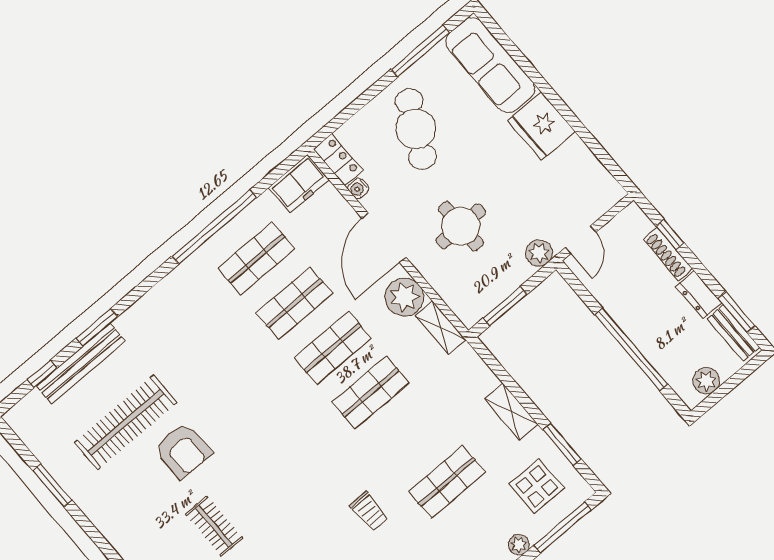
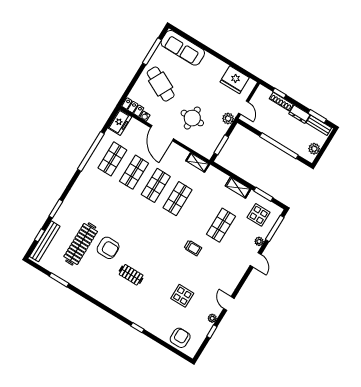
fridge: (541, 126) -> (235, 80), moved
plant: (404, 297) -> (179, 155), removed
bench: (81, 364) -> (45, 241), moved

